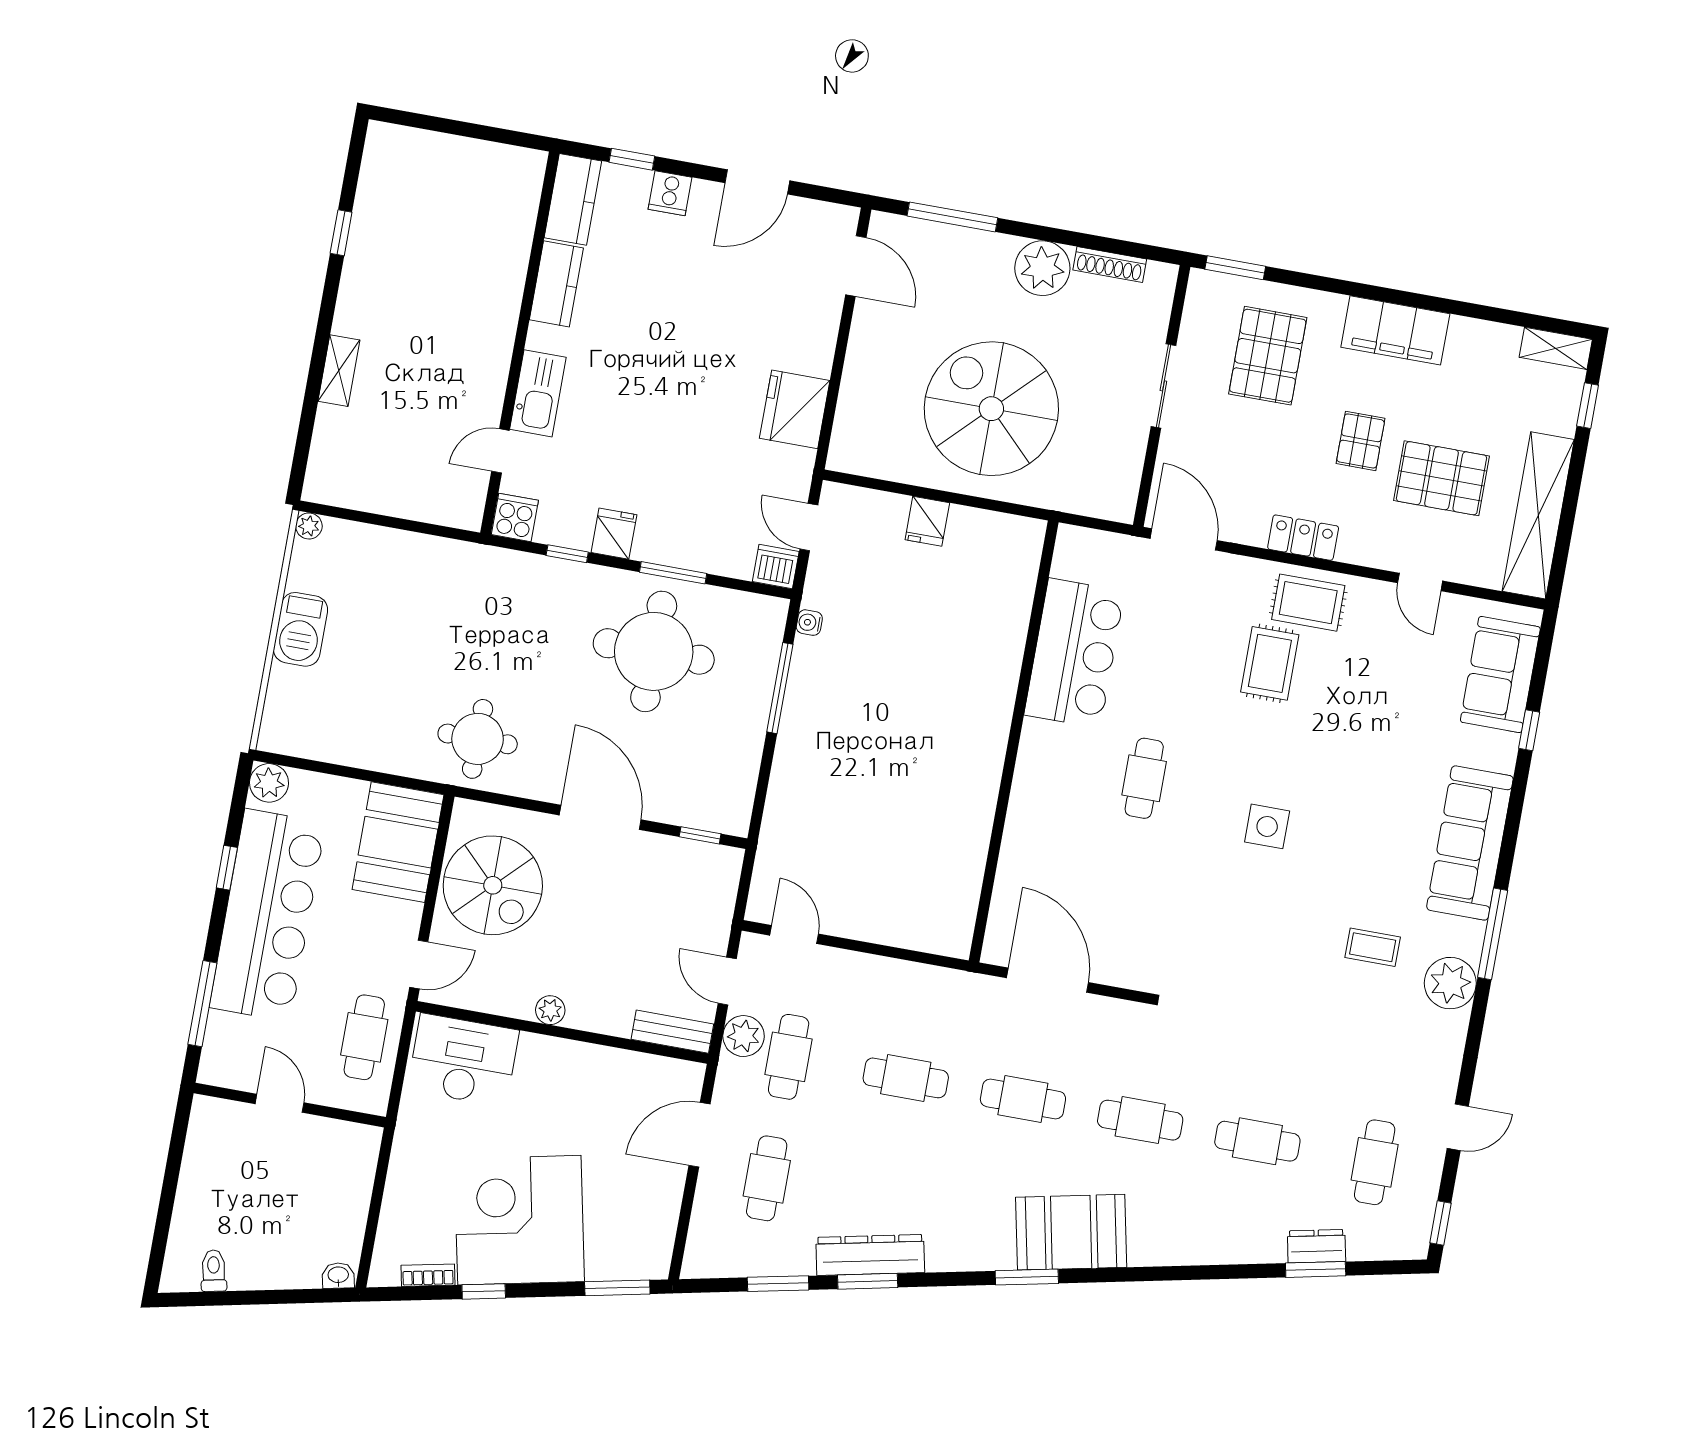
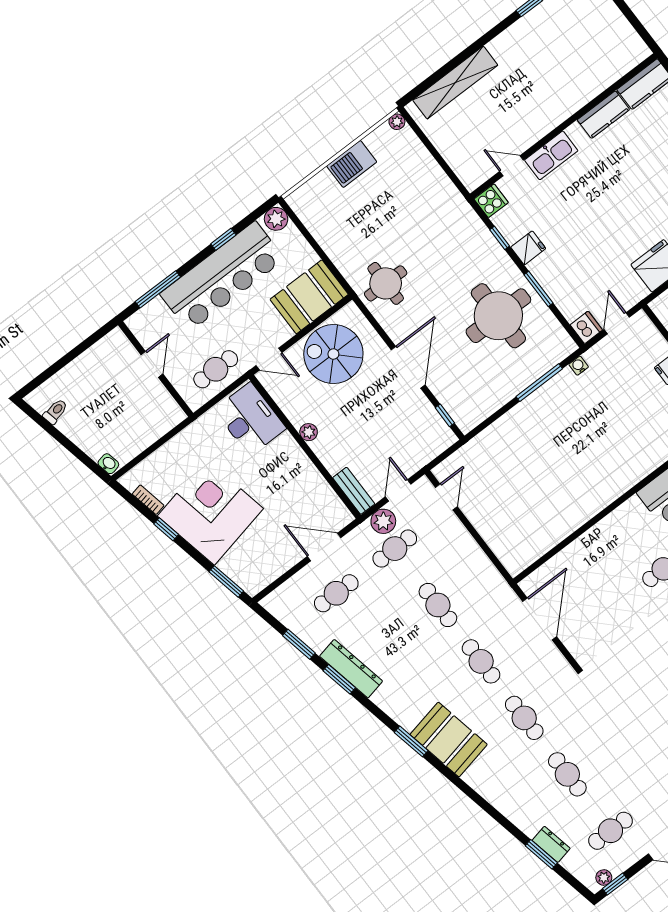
shelving: (339, 371) -> (455, 83), width x2.20, depth x1.33
spiral stairs: (493, 885) -> (333, 354), turned 90
plant: (1419, 1228) -> (604, 877), added

